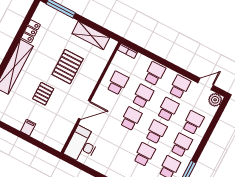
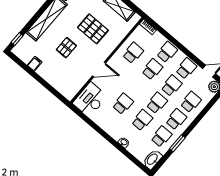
pallet: (68, 67) -> (93, 29), turned 90
school desk: (131, 119) -> (123, 104), moved
filing cabinet: (28, 128) -> (35, 64), moved

